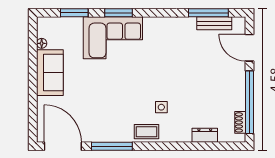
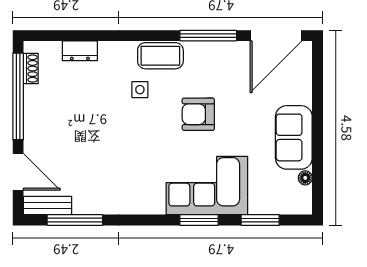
bench: (214, 23) -> (47, 206), moved
armchair: (119, 89) -> (198, 114), added
coffee table: (146, 132) -> (160, 56), width x1.36, depth x1.30
door: (63, 146) -> (276, 36), hinge flipped

